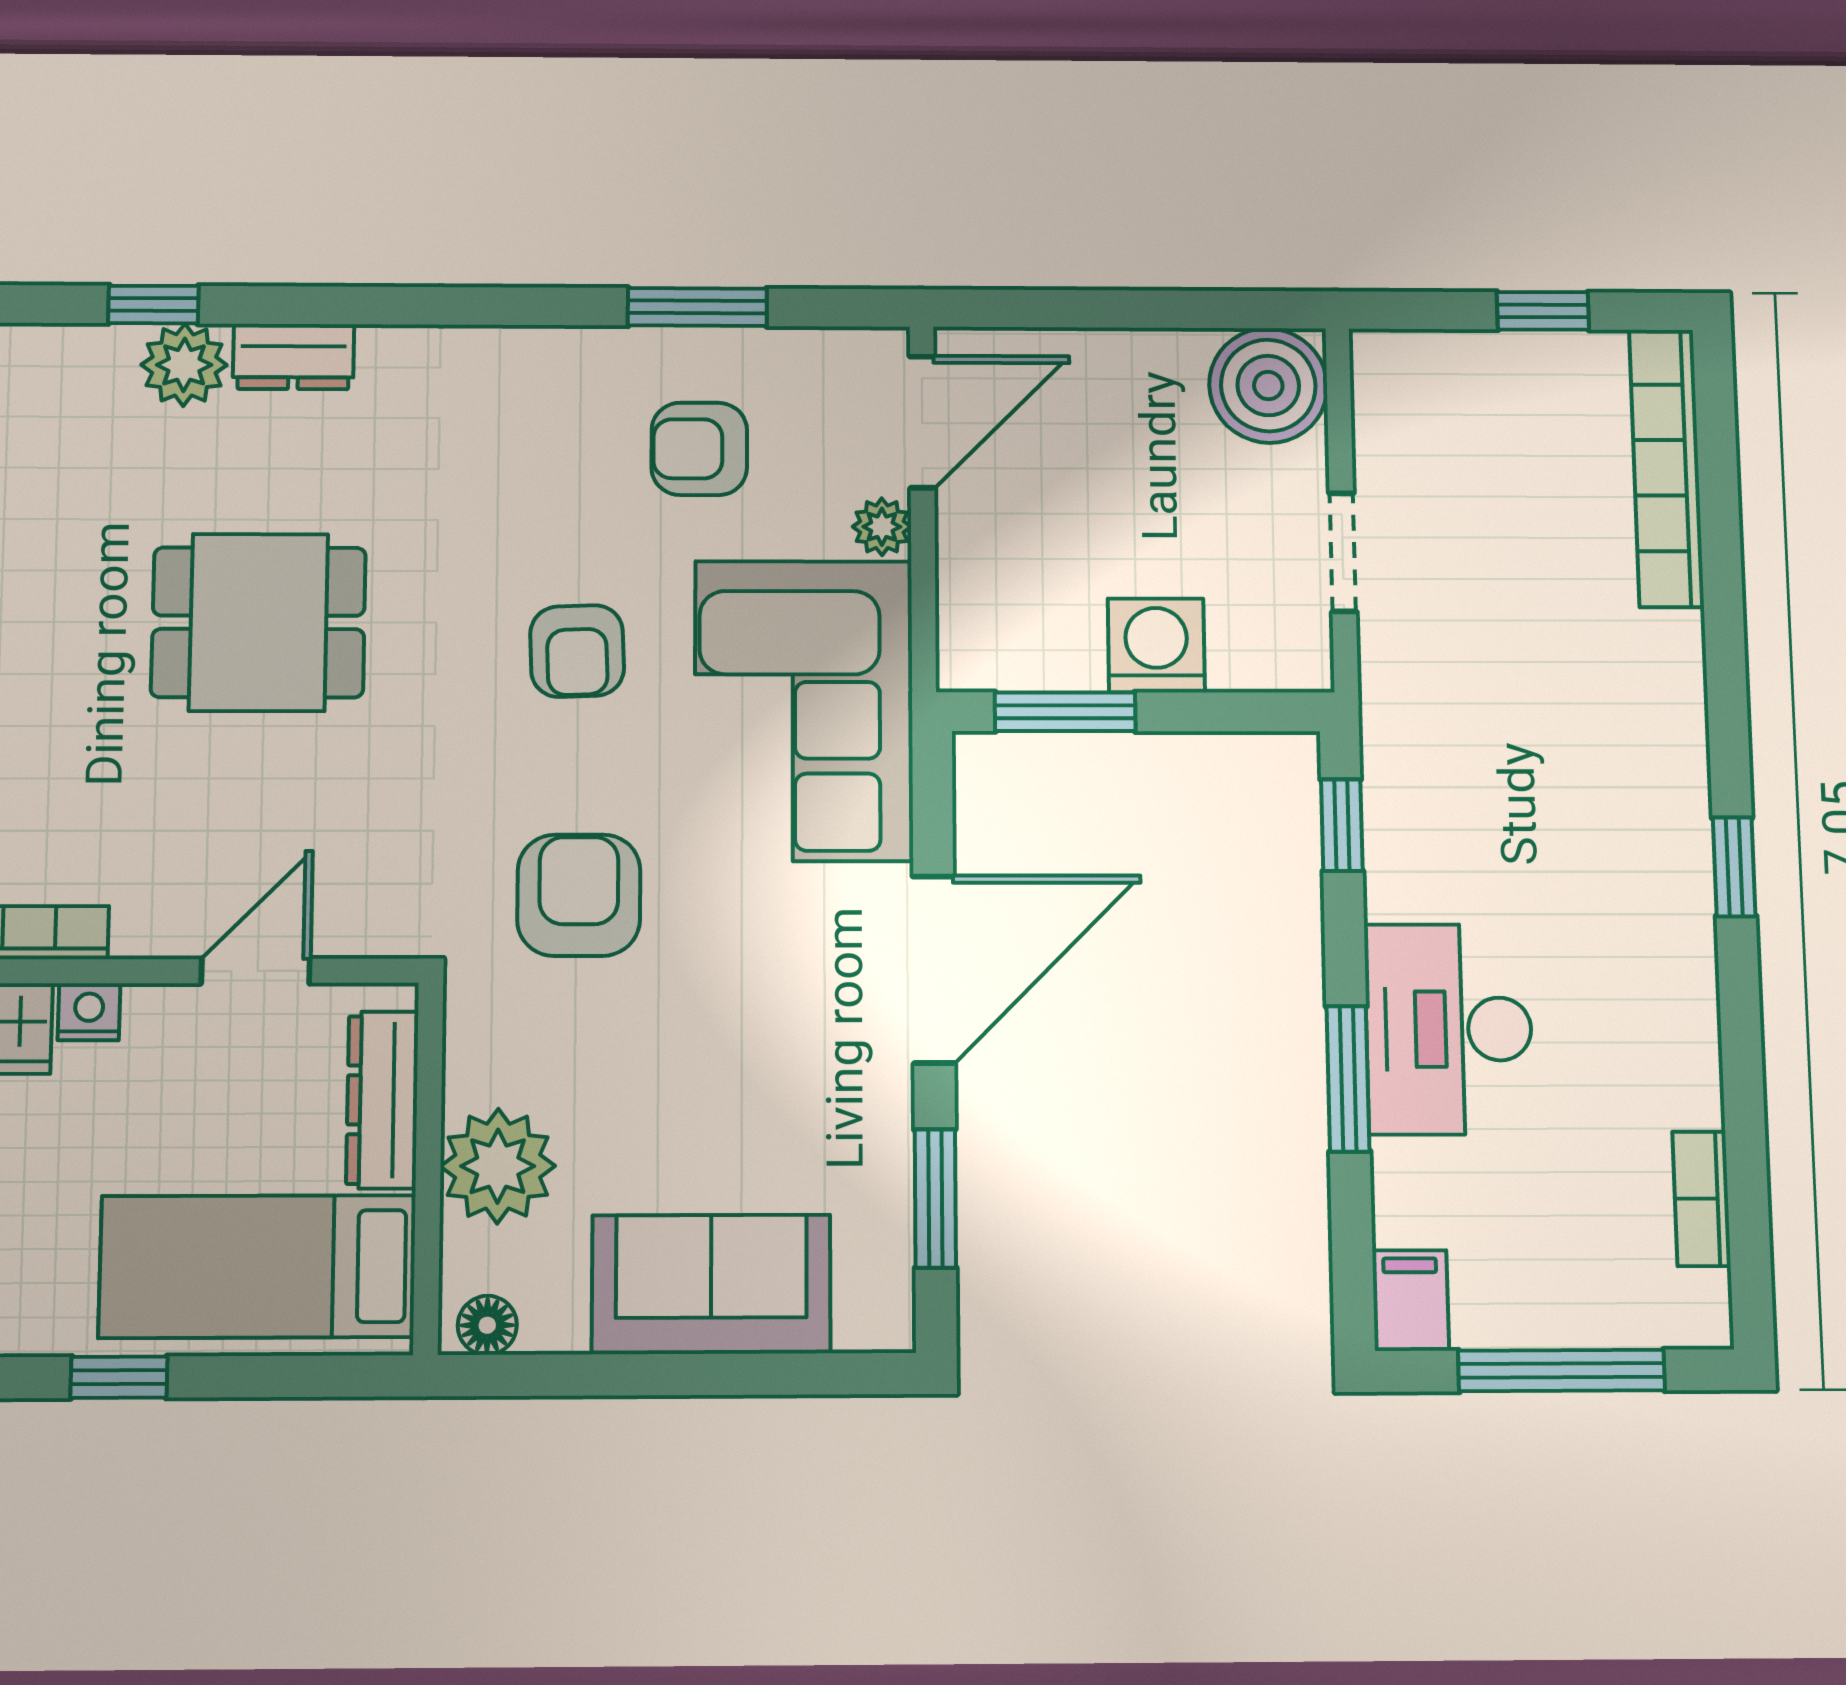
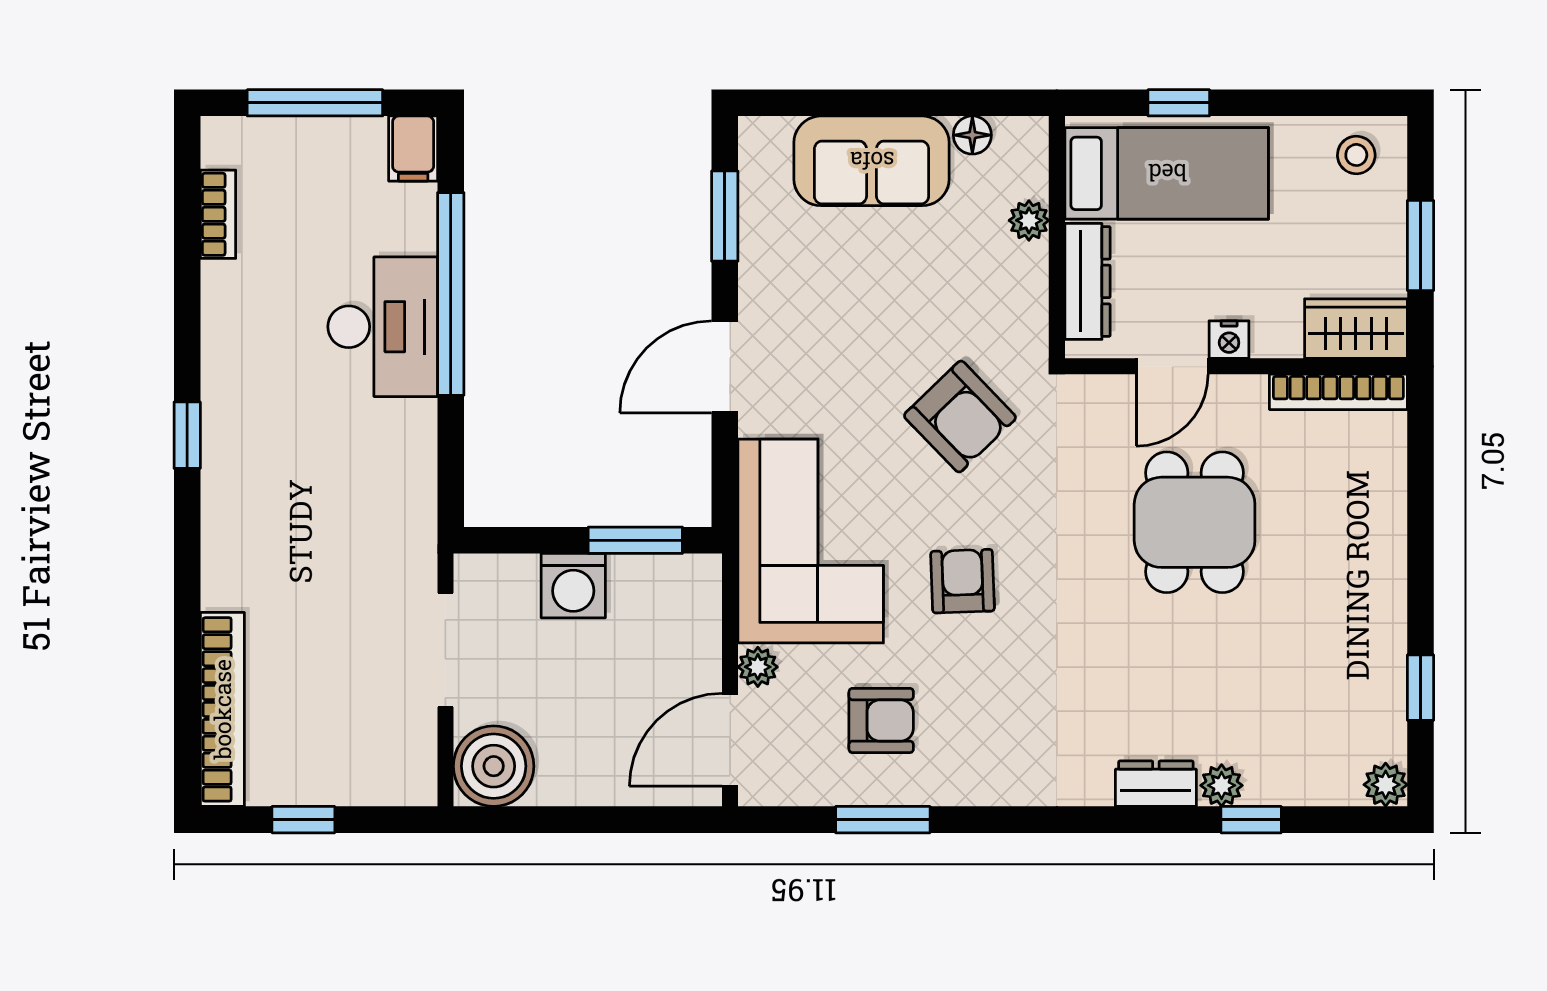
plant: (184, 365) -> (1222, 785), width x0.73, depth x0.73
doorway: (1343, 552) -> (445, 650), width x1.38
dining table: (259, 622) -> (1195, 522), moved, turned 90
window: (1342, 825) -> (451, 463), removed
armchair: (579, 895) -> (960, 417), turned -44
door: (934, 969) -> (725, 367), width x0.73
nightstand: (89, 1012) -> (1229, 340), moved
window: (1348, 1079) -> (451, 294), width x2.11
plant: (498, 1166) -> (1029, 220), width x0.53, depth x0.53
floor lamp: (487, 1325) -> (972, 135), moved
window: (119, 1377) -> (1179, 103), moved

